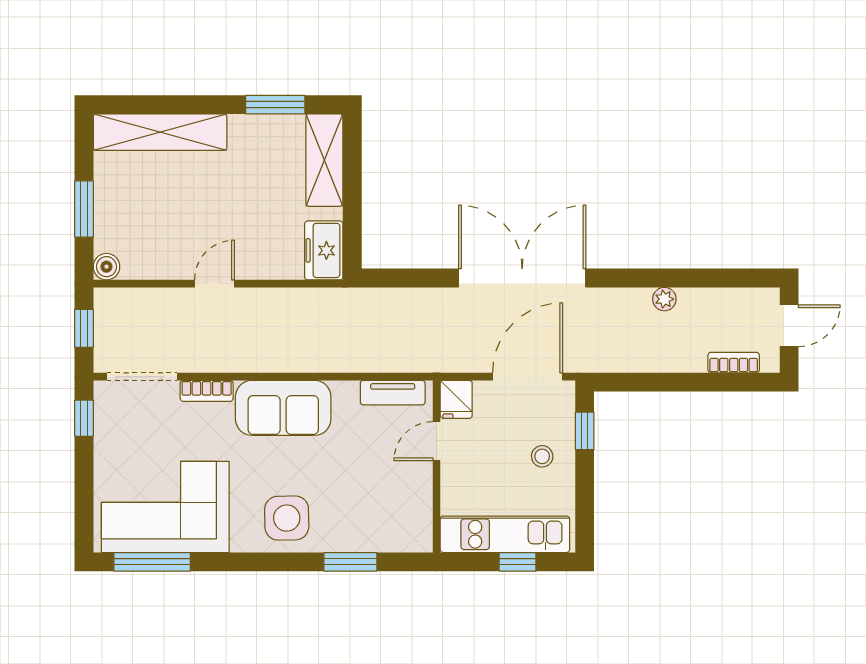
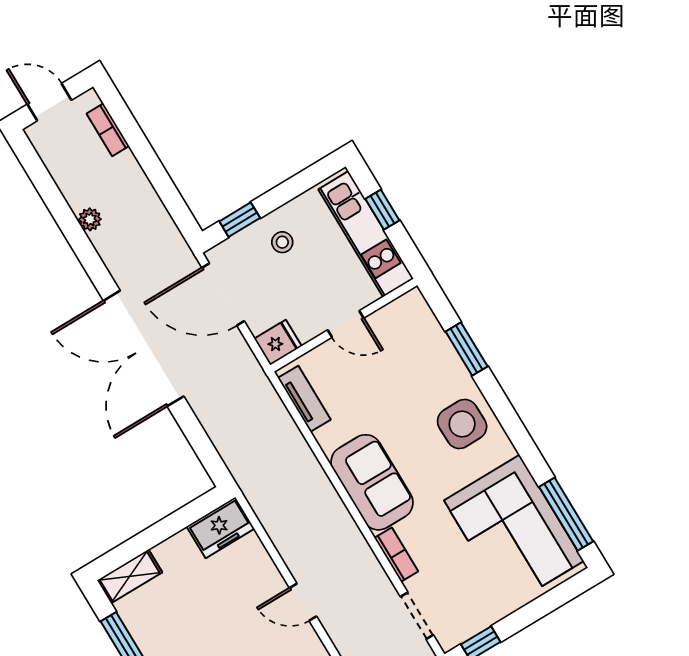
shelving: (324, 160) -> (130, 576), width x0.67, depth x0.75
doorway: (142, 377) -> (417, 616), width x0.73
door: (437, 441) -> (346, 324), moved

